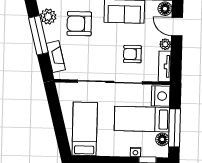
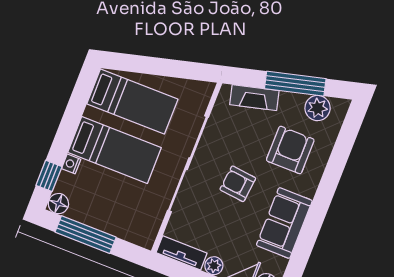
armchair: (132, 54) -> (238, 184), moved, turned -84
nightstand: (161, 96) -> (140, 231), removed
bed: (142, 119) -> (115, 150), moved, turned 90
floor lamp: (162, 139) -> (58, 204), moved

